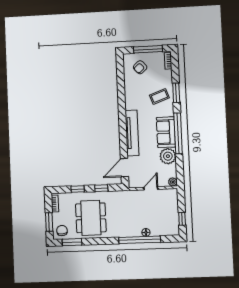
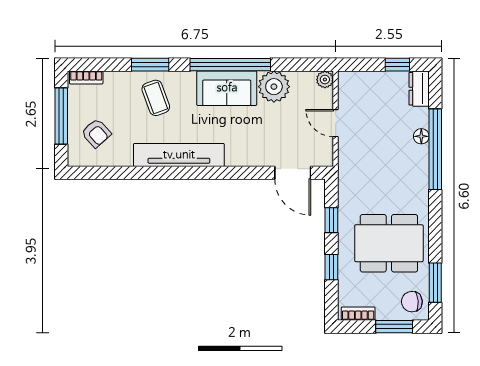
tv unit: (132, 133) -> (179, 155), moved
dresser: (170, 230) -> (419, 89), added

